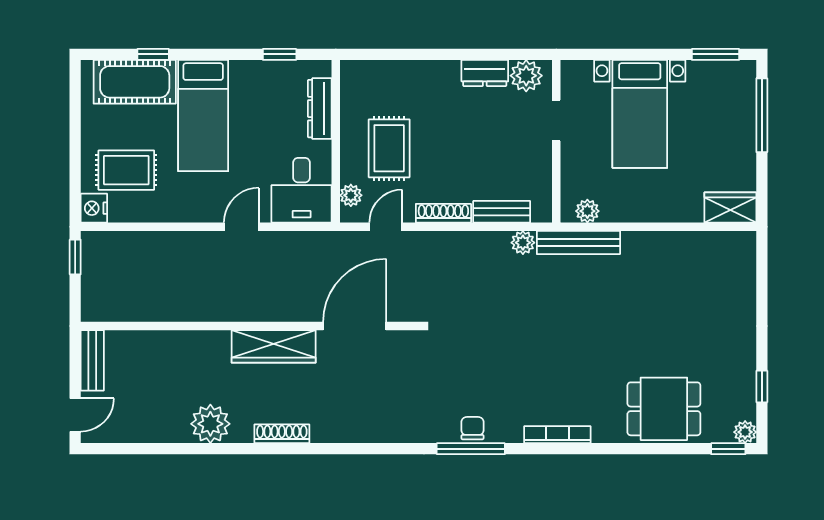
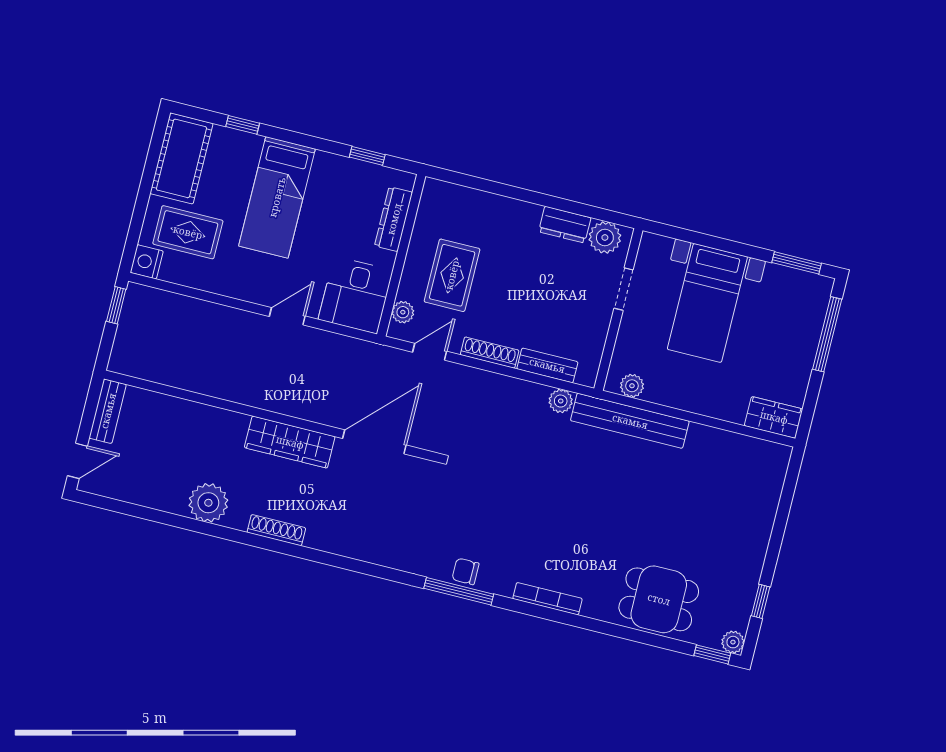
cot: (135, 82) -> (181, 158), moved, turned 90
bench: (578, 243) -> (630, 421), width x1.37, depth x1.21
chair: (472, 428) -> (465, 571), turned -90

